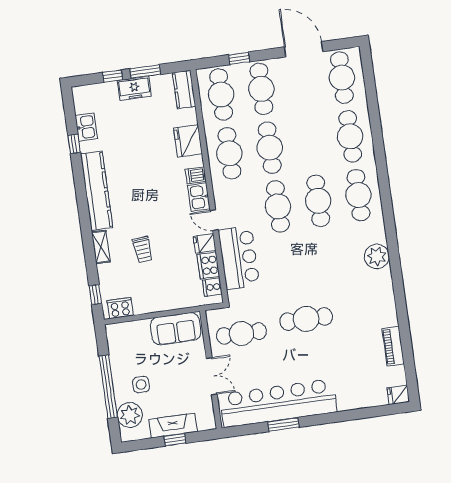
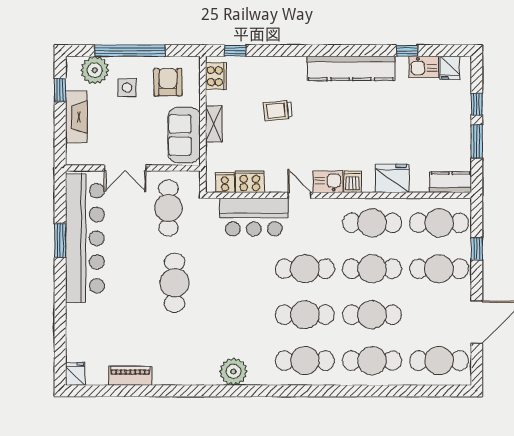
freezer: (134, 88) -> (460, 127), removed
cafe table: (310, 142) -> (372, 315), added
door: (214, 220) -> (300, 195), hinge flipped
fridge: (205, 243) -> (450, 68), moved, turned 180
shelving: (101, 247) -> (214, 124), moved, turned 90
armchair: (131, 350) -> (168, 82), added
window: (175, 440) -> (60, 90), moved

